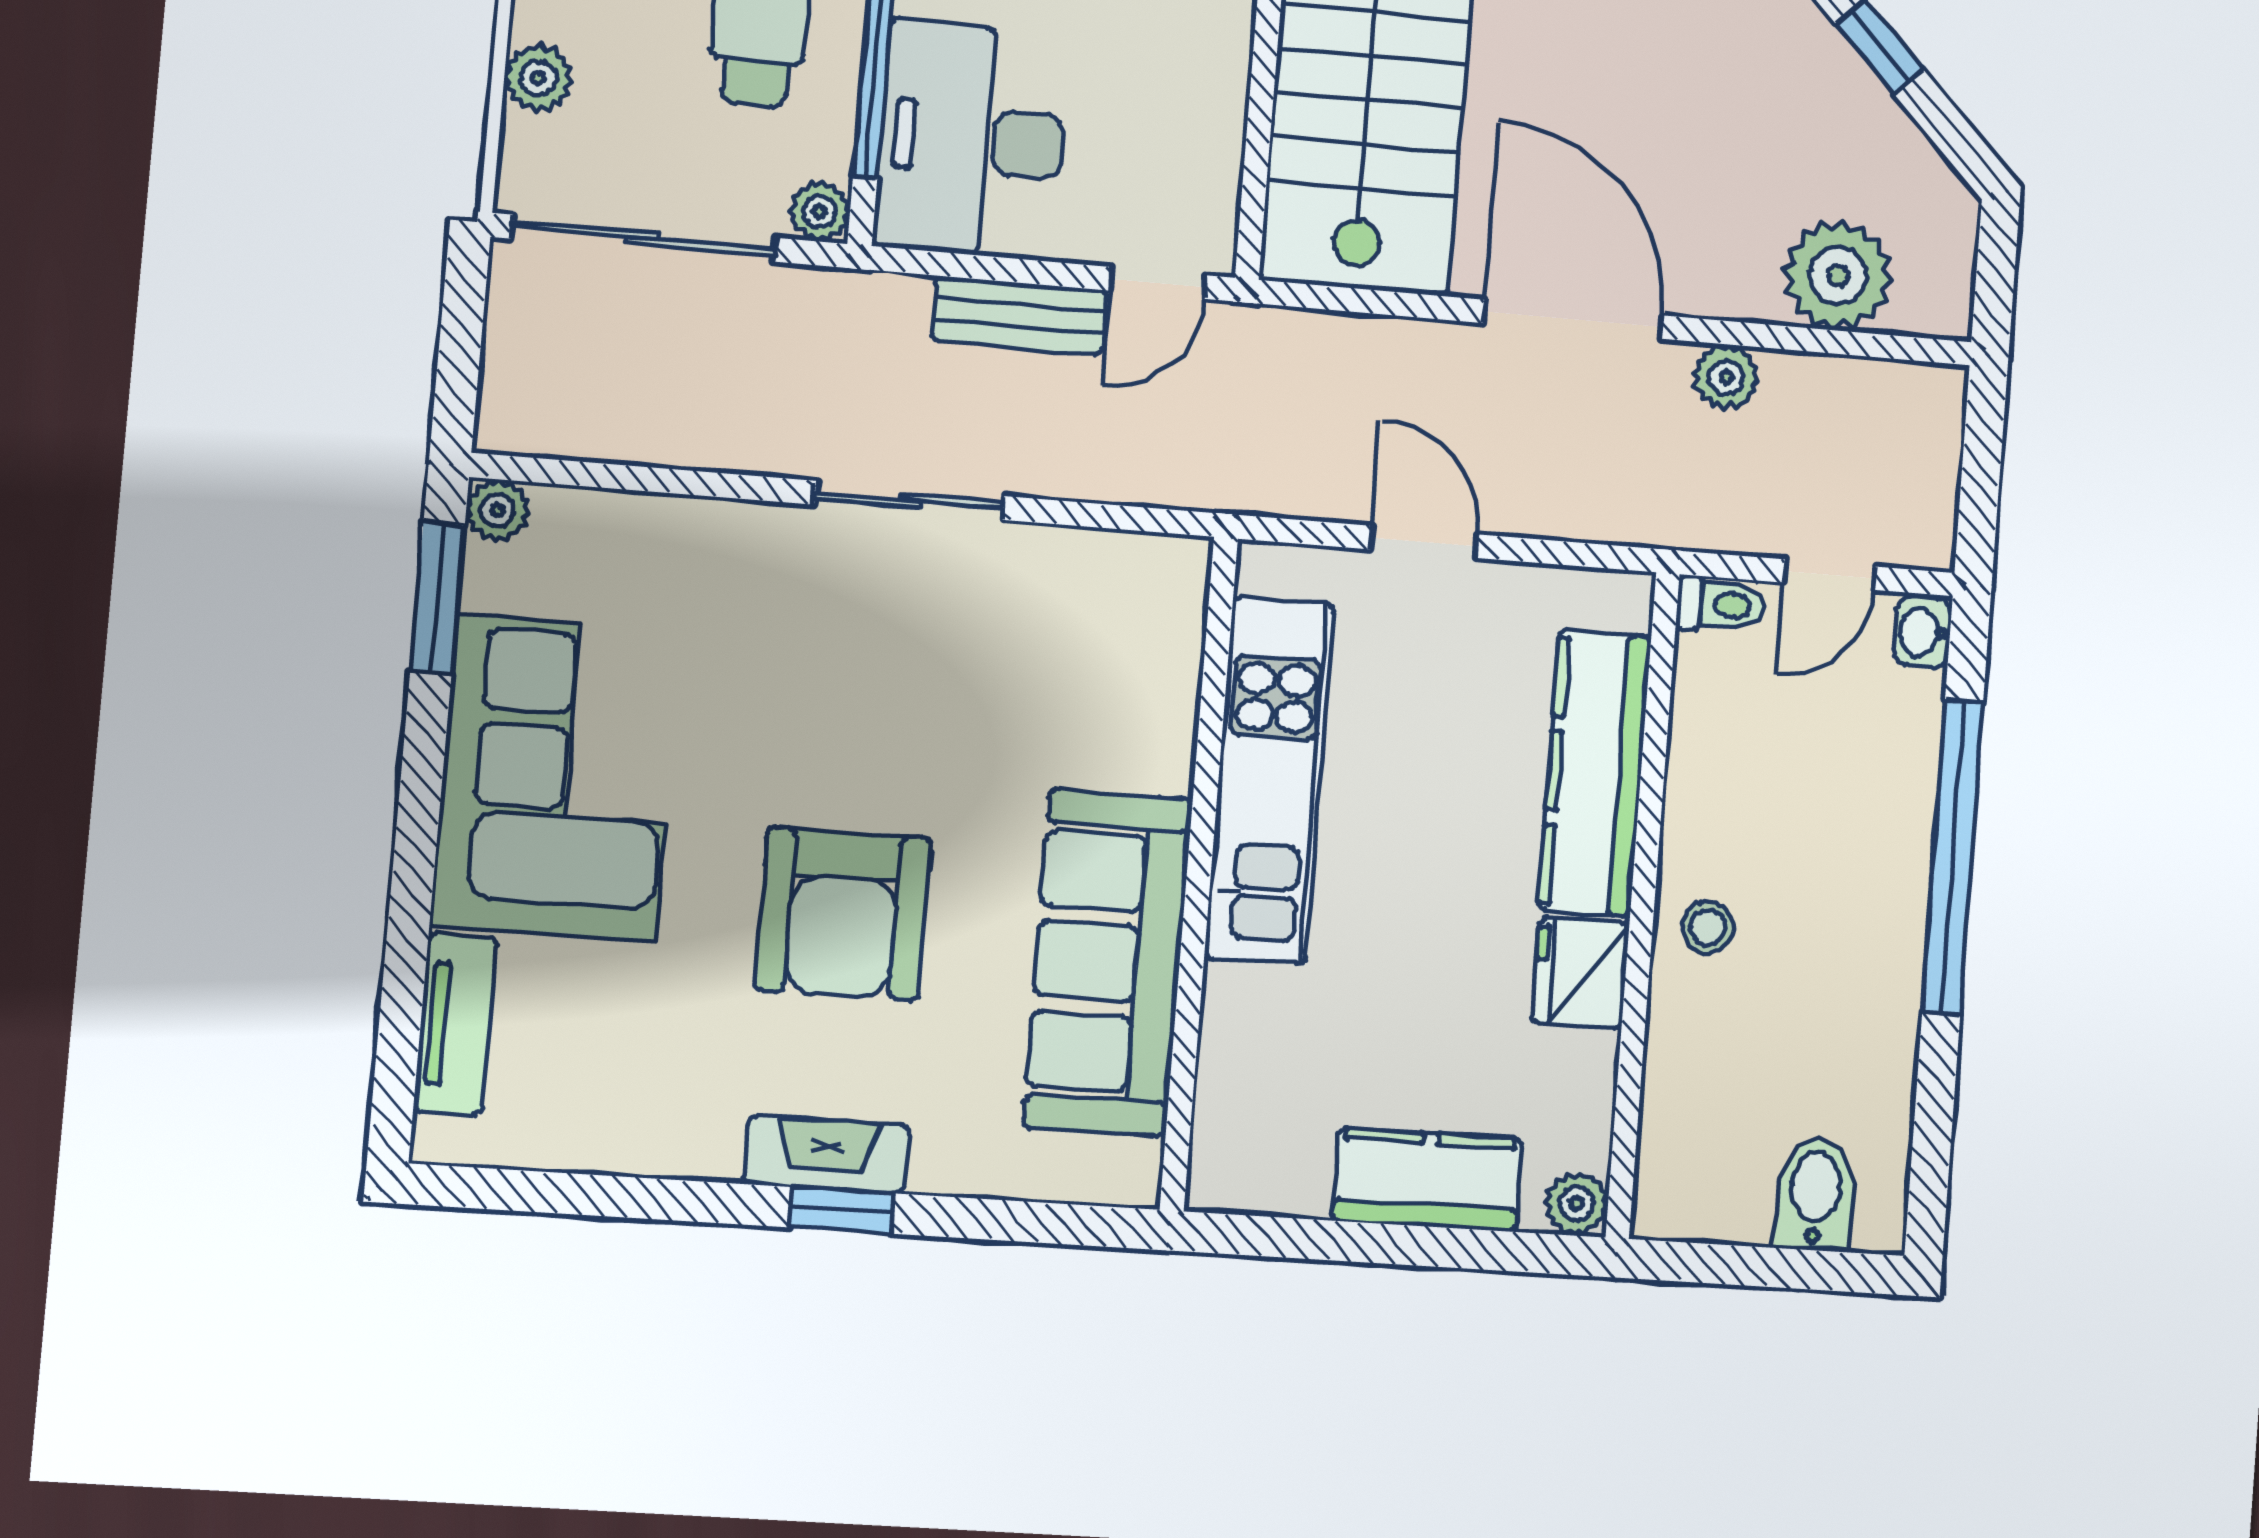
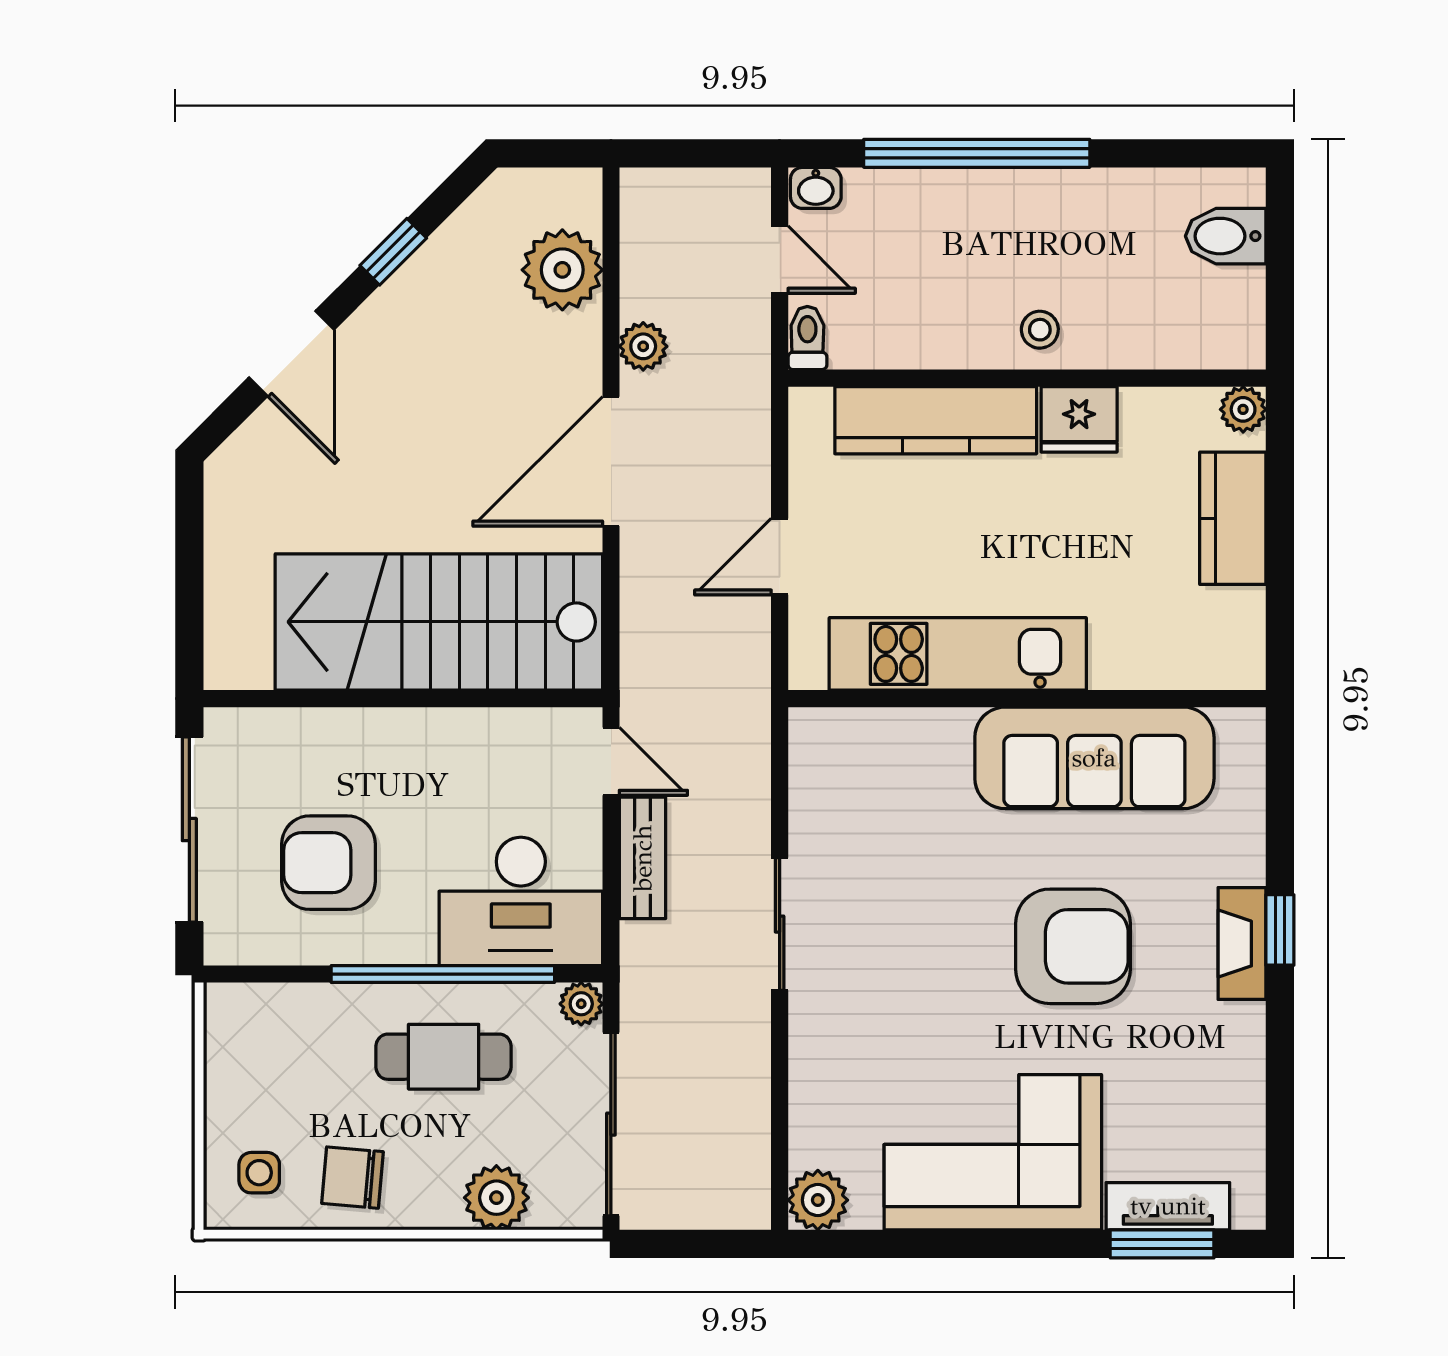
plant: (538, 78) -> (496, 1198), width x1.38, depth x1.38
plant: (498, 510) -> (818, 1200), width x1.38, depth x1.38
window: (438, 598) -> (1162, 1244), moved

